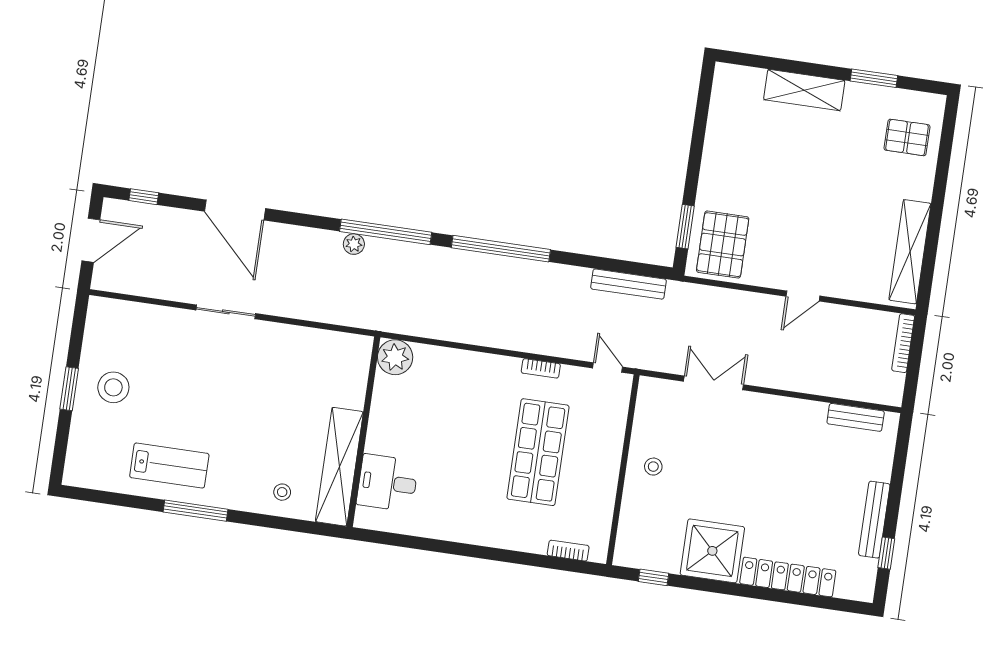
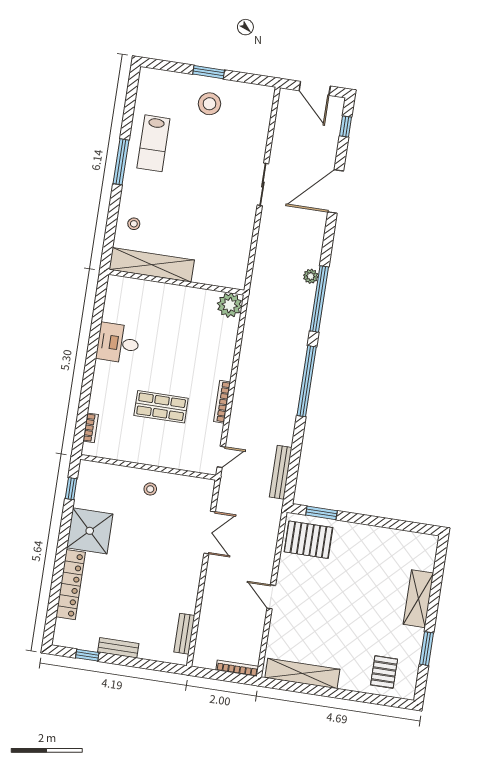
bookcase: (541, 368) -> (222, 402), width x1.56
shop shelf: (538, 452) -> (161, 407), width x0.70, depth x0.74
desk: (387, 483) -> (118, 343), moved, turned -90
bench: (874, 520) -> (118, 648), width x0.73

